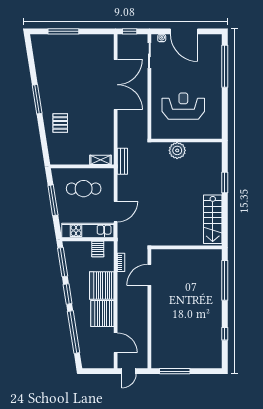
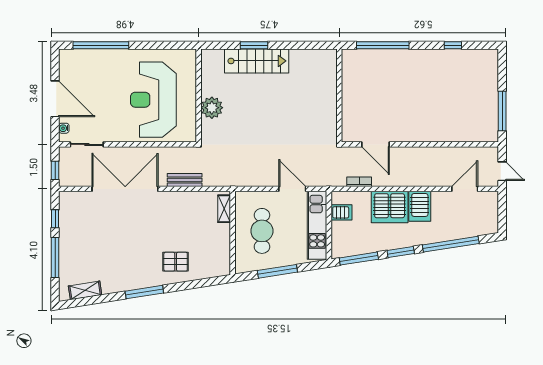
window: (93, 31) -> (55, 219), added
door: (184, 31) -> (55, 99), hinge flipped
shelving: (38, 54) -> (85, 290), added
reception desk: (183, 106) -> (153, 100), width x1.36, depth x1.30
bench: (122, 161) -> (185, 180), moved
stairs: (213, 219) -> (257, 61), moved
server rack: (102, 313) -> (420, 206), width x0.62

